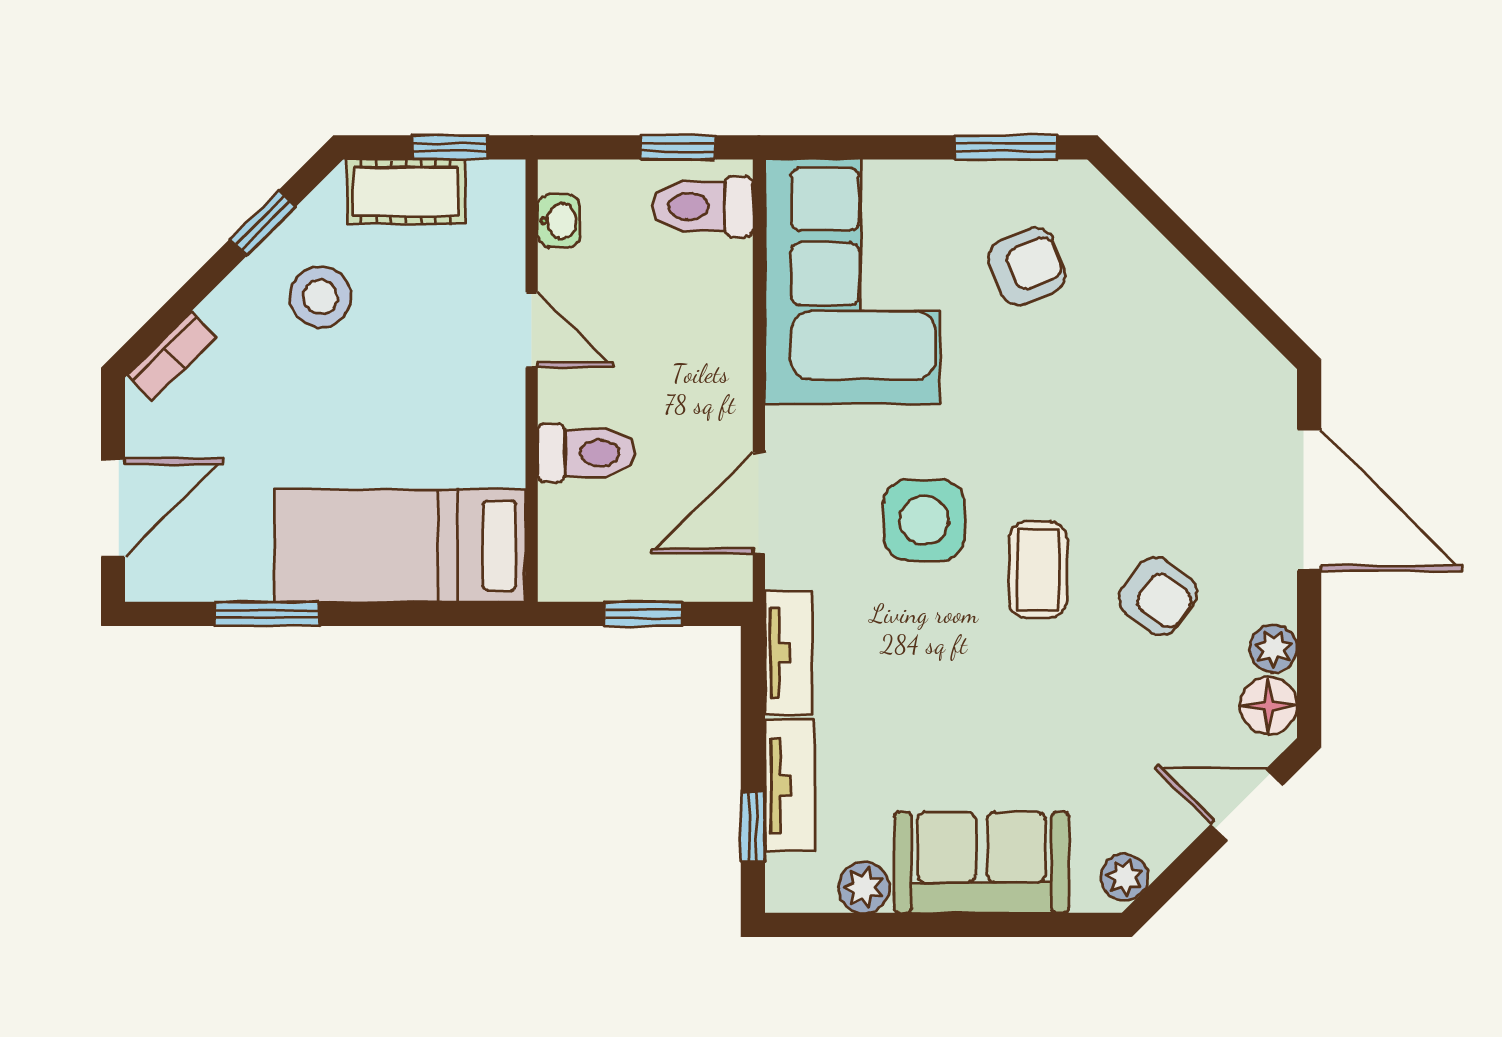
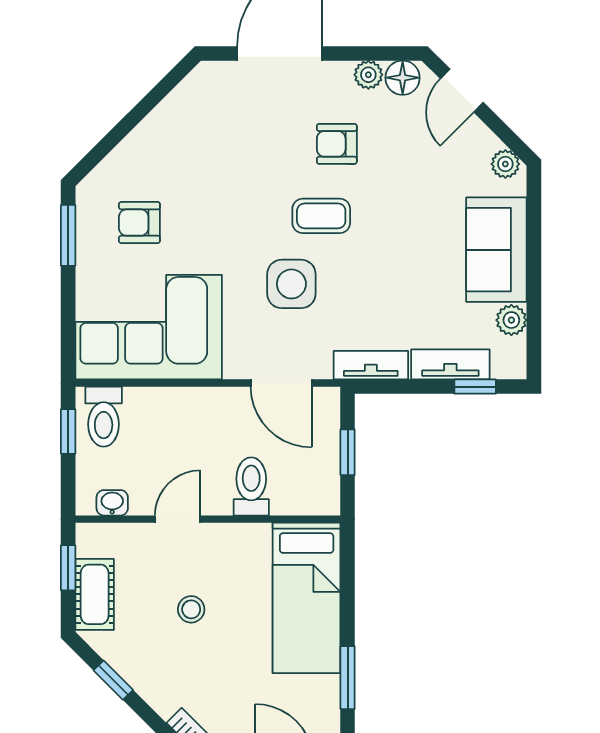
armchair: (1027, 266) -> (139, 223), turned -68
stool: (321, 297) -> (191, 609), moved, width x0.73, depth x0.73
armchair: (1158, 596) -> (337, 144), turned -127

